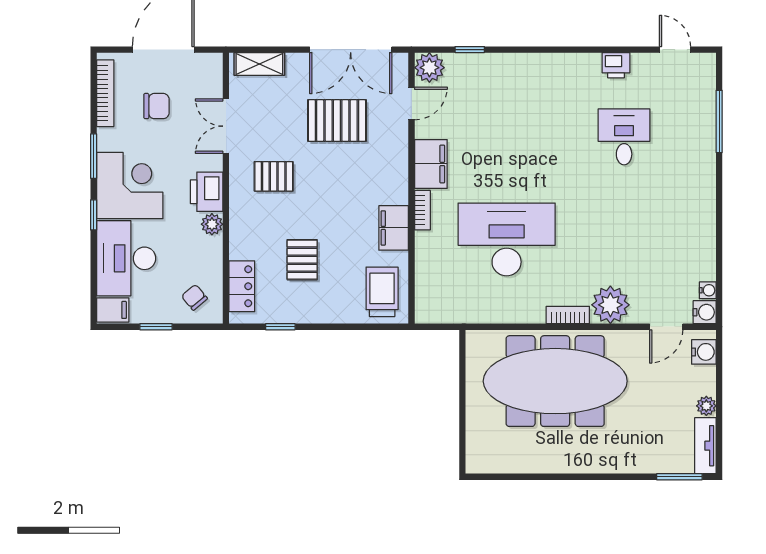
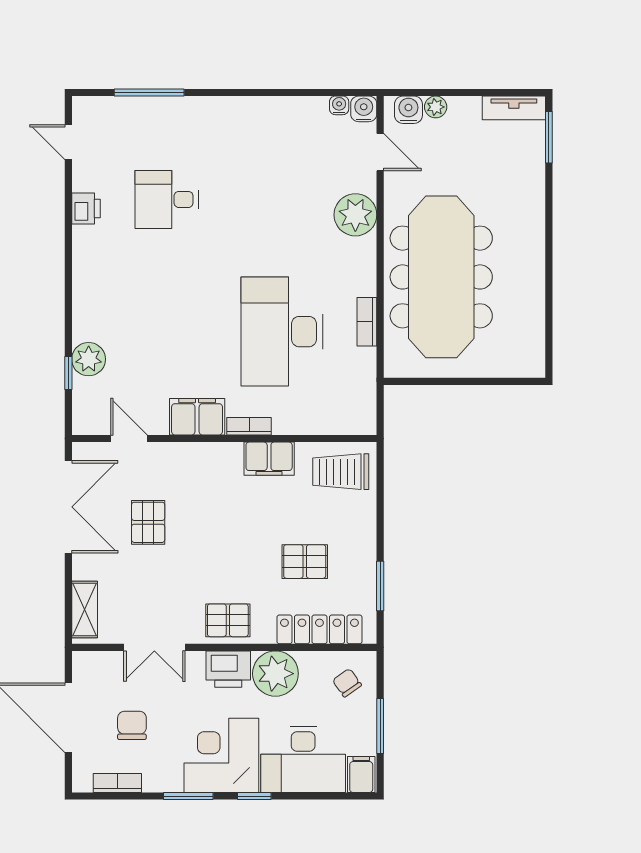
door: (675, 50) -> (68, 142), hinge flipped
plant: (429, 68) -> (89, 359), moved
bookcase: (105, 93) -> (117, 783), width x0.64
pallet: (337, 121) -> (148, 522), width x0.67, depth x0.71
pallet: (274, 176) -> (228, 620), moved, turned 90
plant: (212, 224) -> (275, 674), width x1.87, depth x1.87
locker: (242, 286) -> (319, 629), width x1.53
chair: (194, 297) -> (347, 683), turned 95
bookcase: (568, 315) -> (367, 322), moved
window: (156, 327) -> (380, 726), width x1.50
window: (280, 327) -> (380, 586), width x1.50
plant: (706, 406) -> (436, 107), moved

